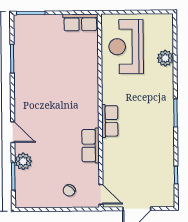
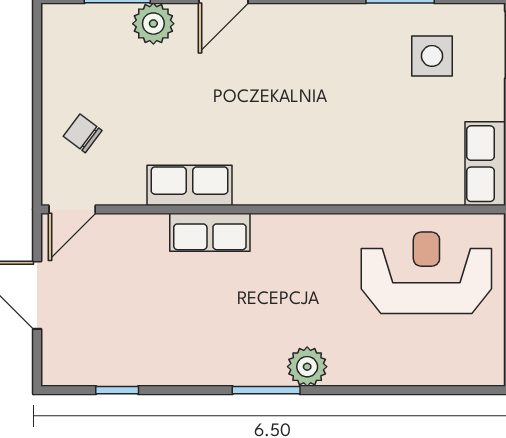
side table: (36, 45) -> (432, 56), added
plant: (165, 58) -> (307, 367), moved
row of seats: (110, 121) -> (210, 232), moved

